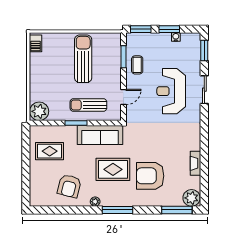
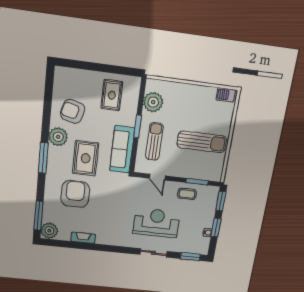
plant: (39, 111) -> (153, 102), moved
plant: (95, 202) -> (58, 137), width x1.87, depth x1.87

